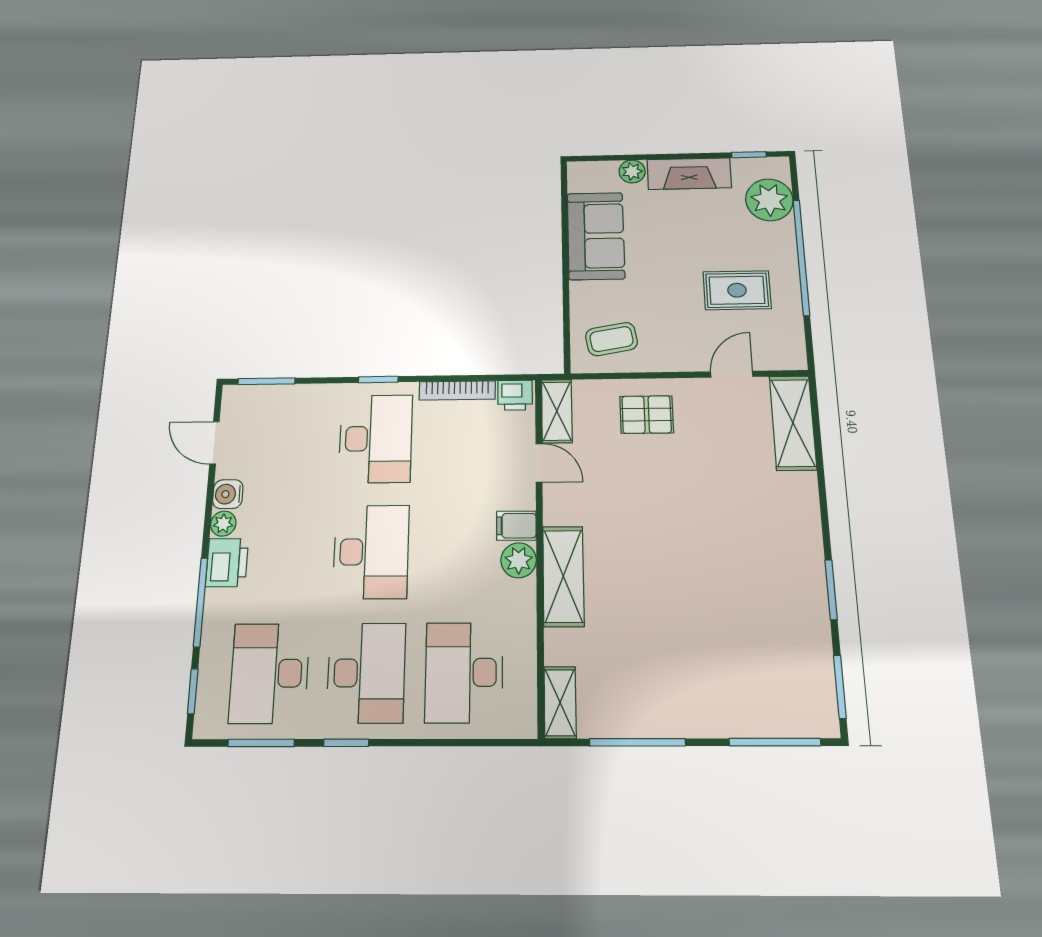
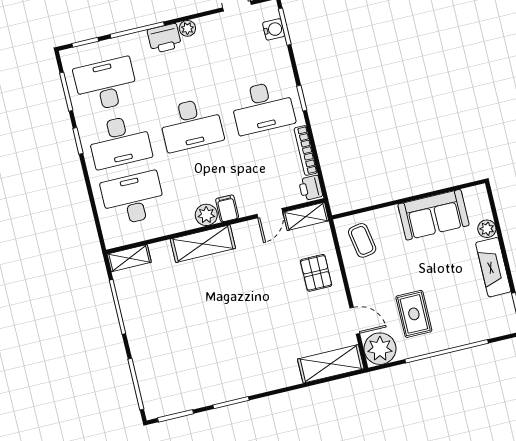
plant: (769, 200) -> (380, 349), moved
water cooler: (228, 494) -> (274, 29), moved, turned 90

